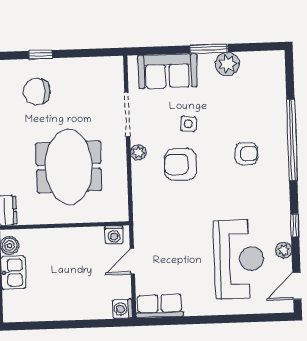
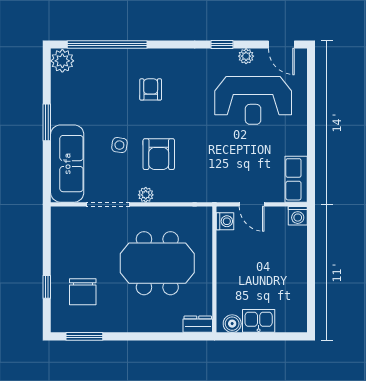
plant: (227, 64) -> (62, 61), moved
sofa: (167, 71) -> (67, 164), width x1.36
window: (292, 140) -> (107, 45), moved
reception desk: (239, 259) -> (253, 100), turned 180

